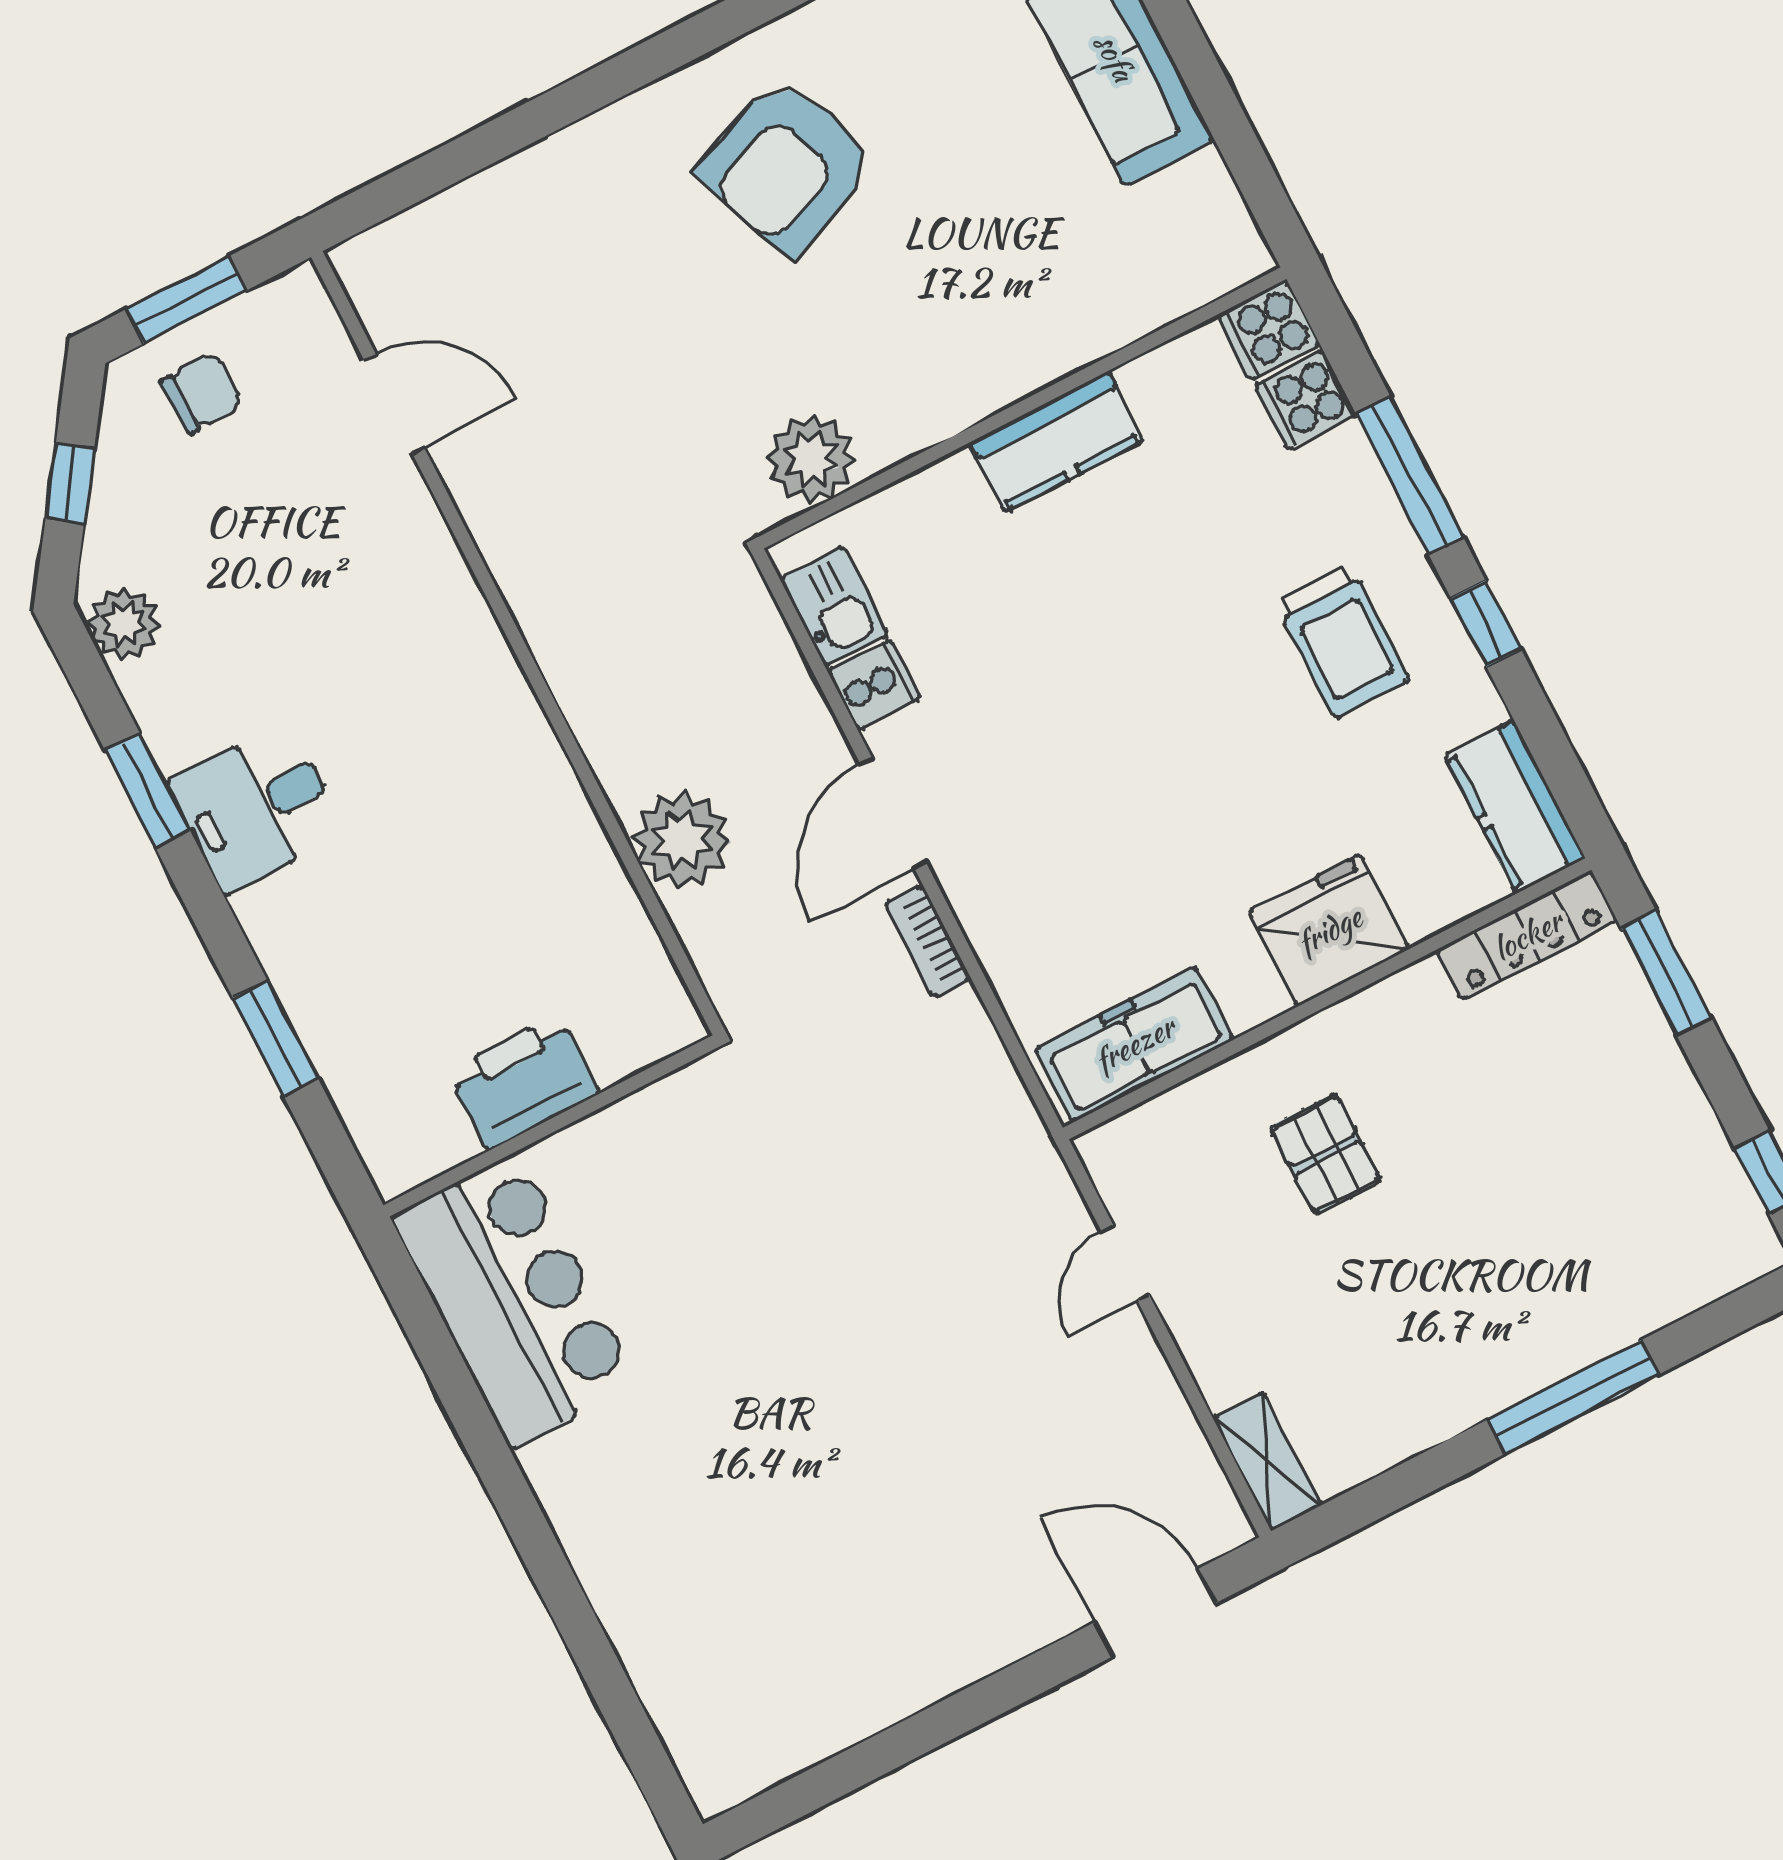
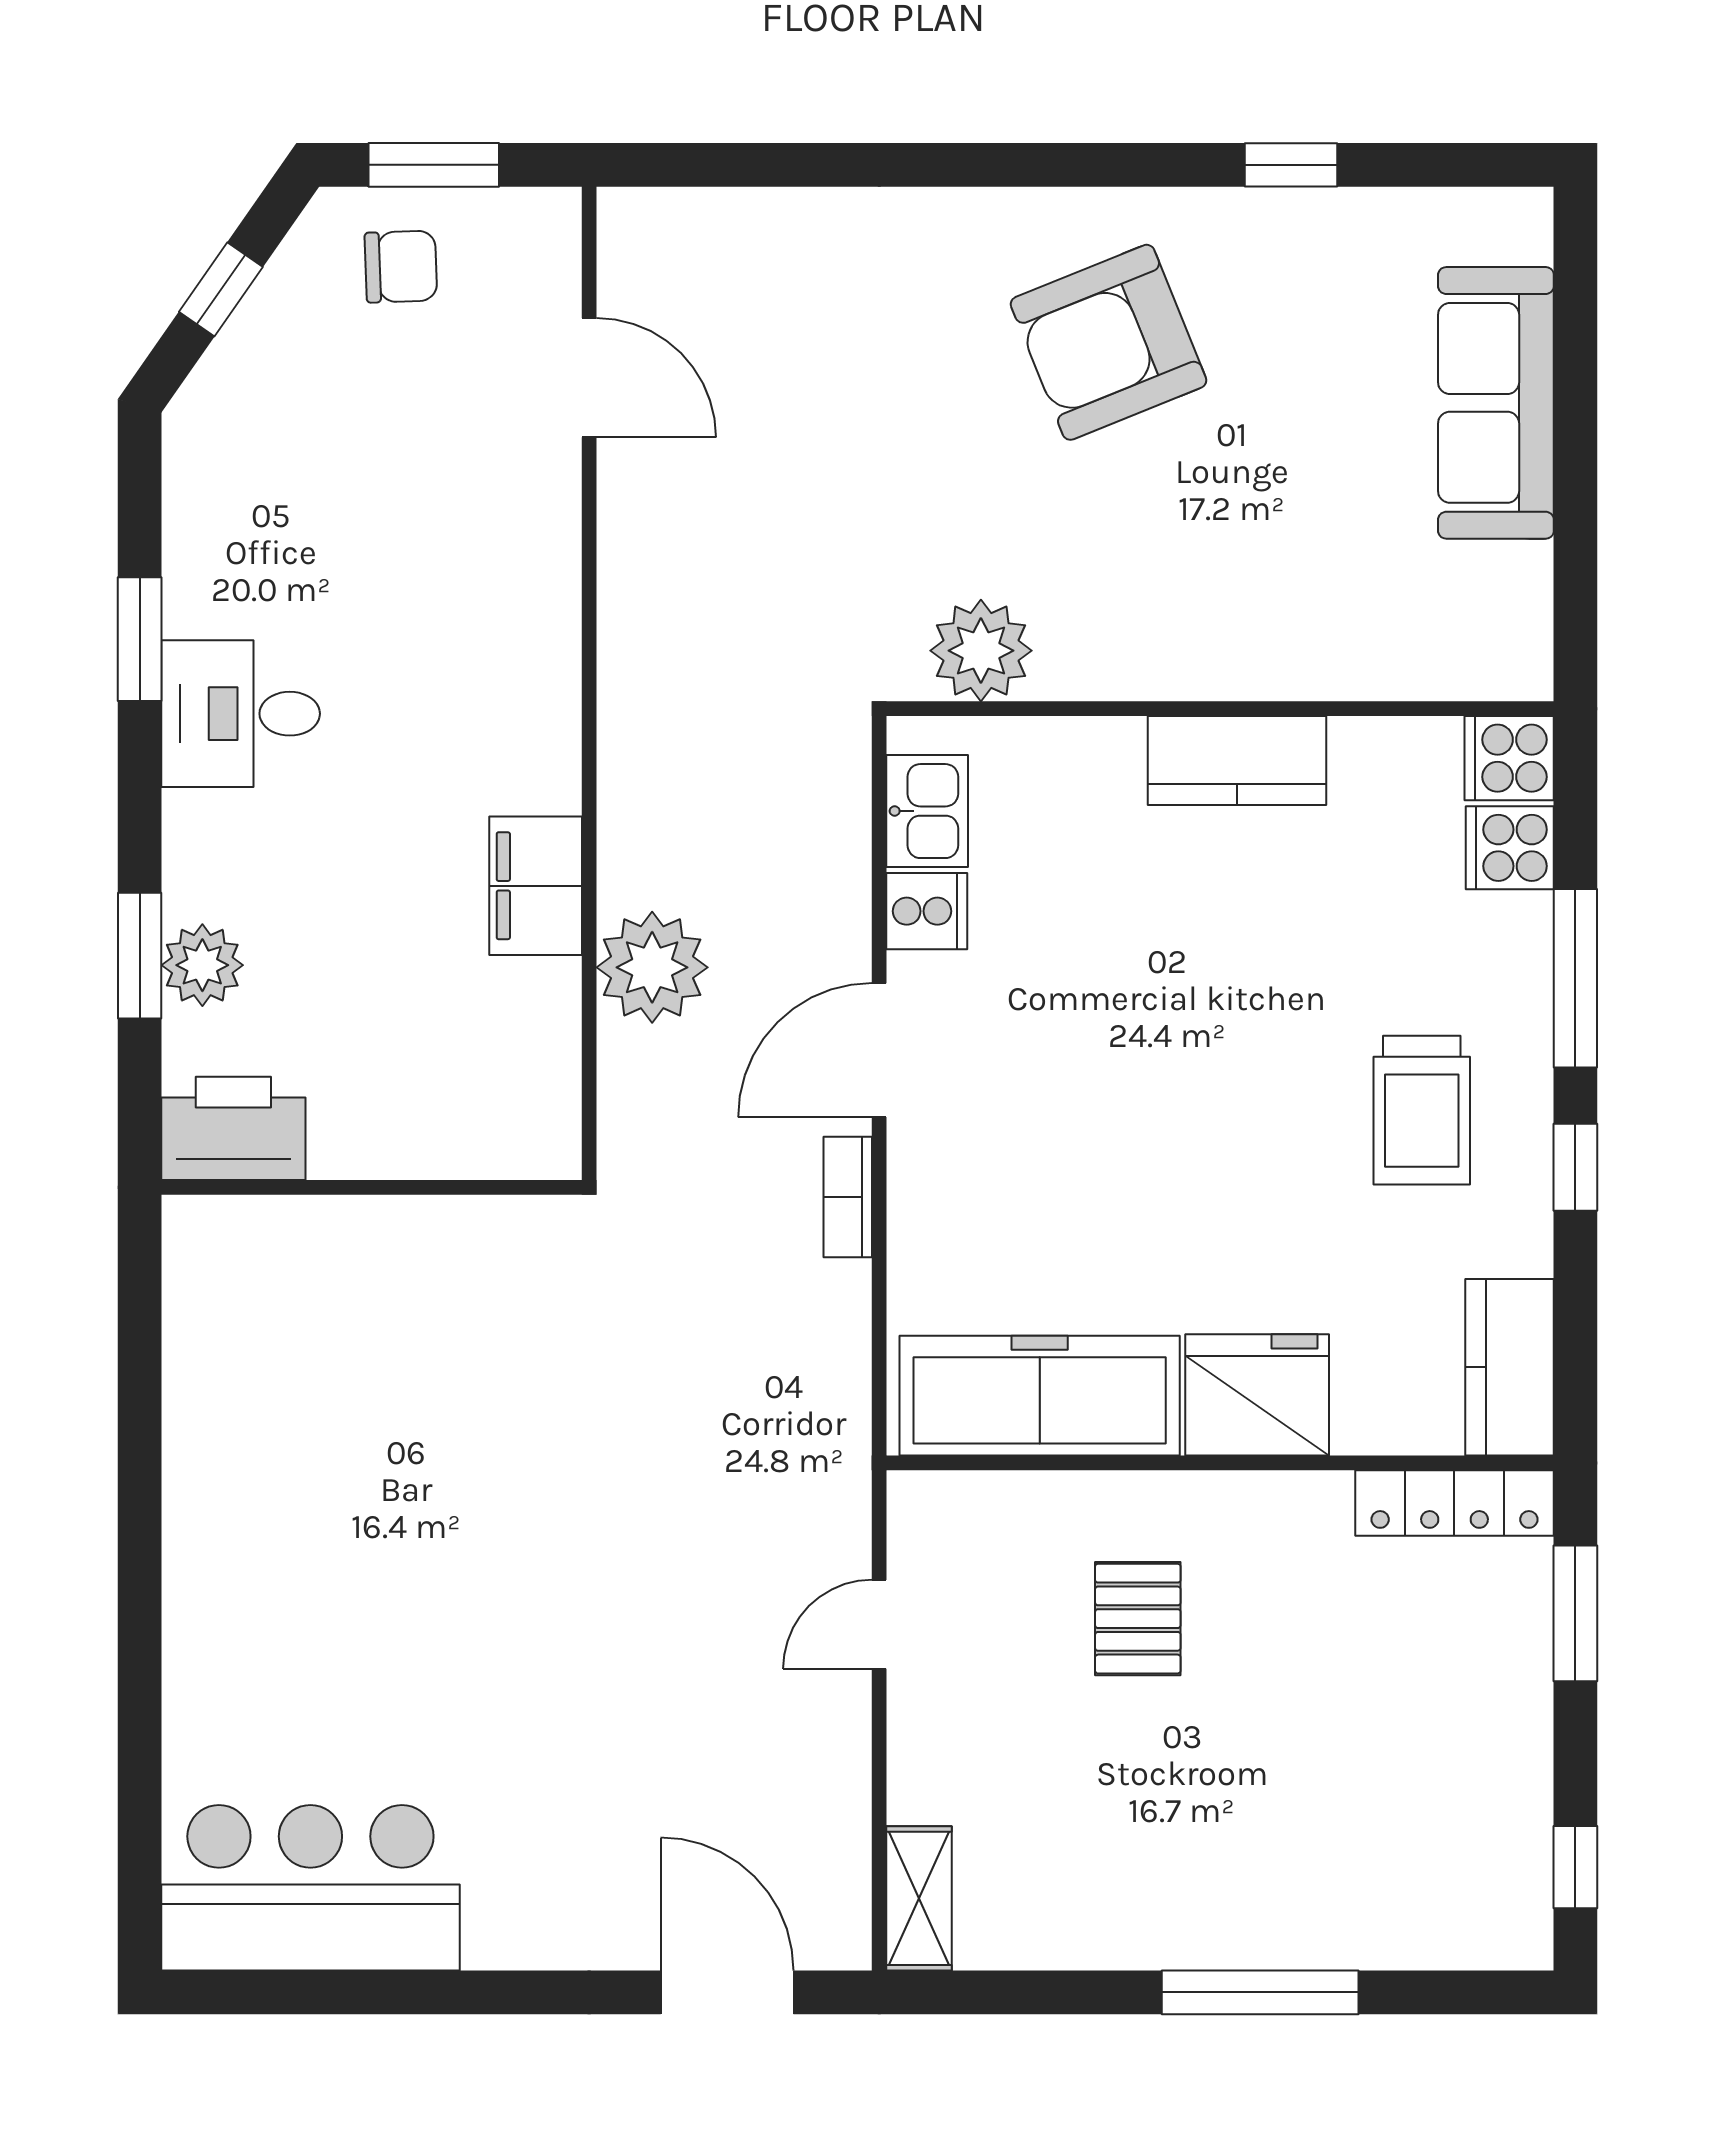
plant: (124, 624) -> (202, 965), moved
filing cabinet: (558, 823) -> (536, 886), added
freezer: (1134, 1044) -> (1040, 1396), width x1.36, depth x1.26
printer: (524, 1082) -> (233, 1128), moved
bar counter: (514, 1300) -> (310, 1888), moved, turned -90

